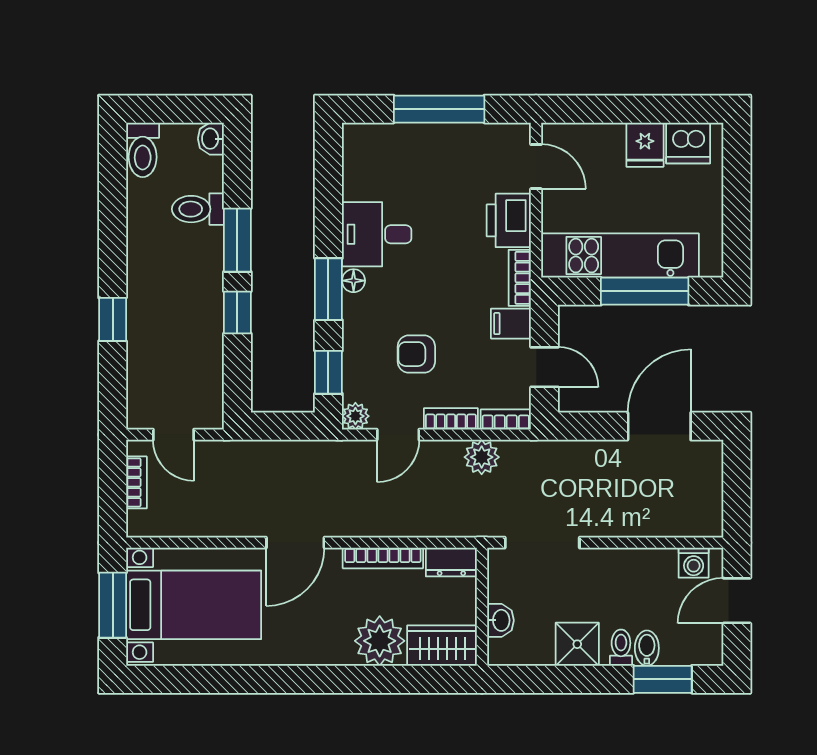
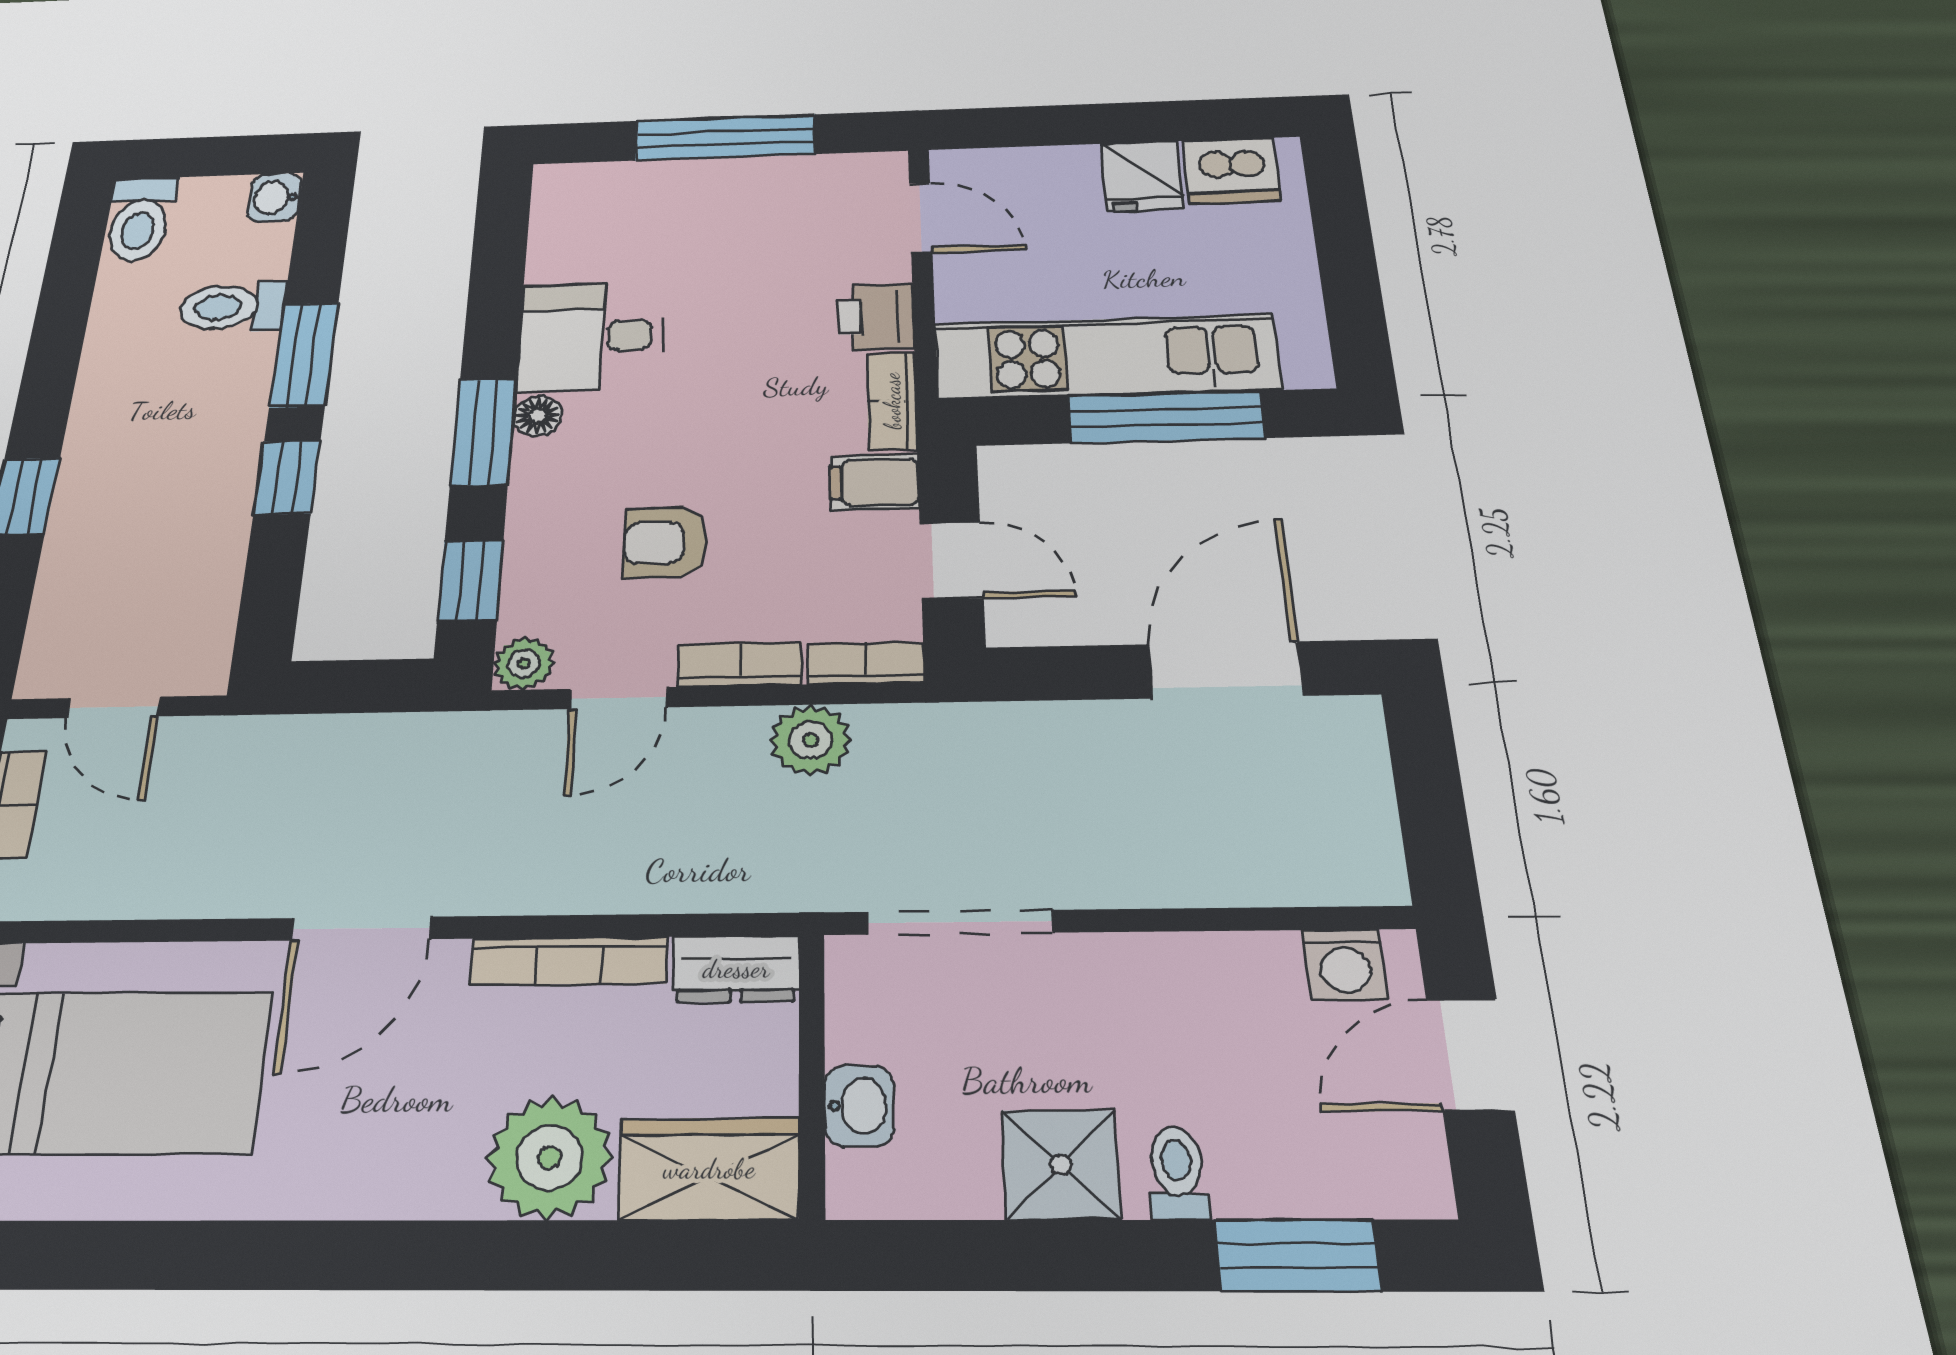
printer: (509, 220) -> (876, 317), width x0.73, depth x0.81
bidet: (647, 648) -> (1246, 1174), removed

